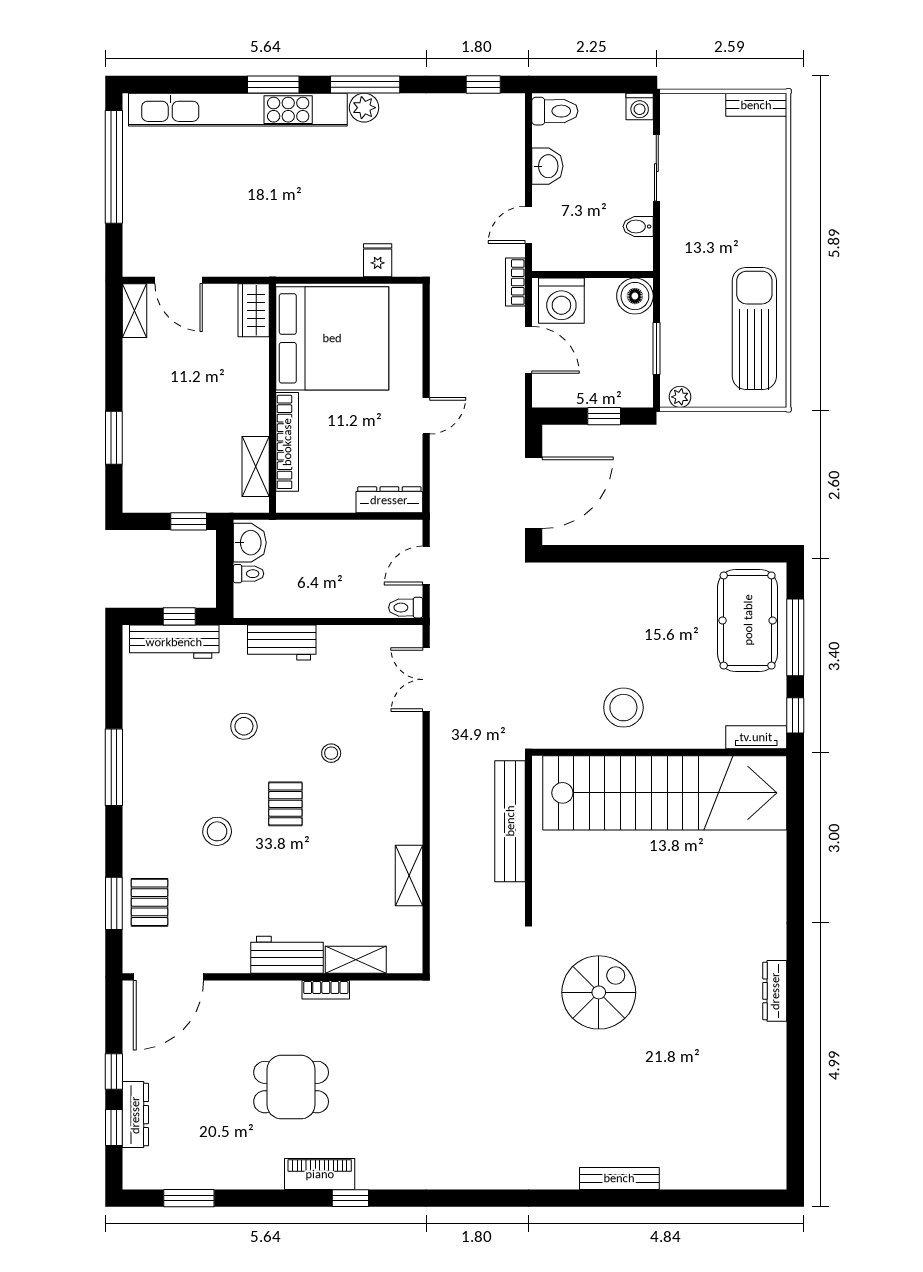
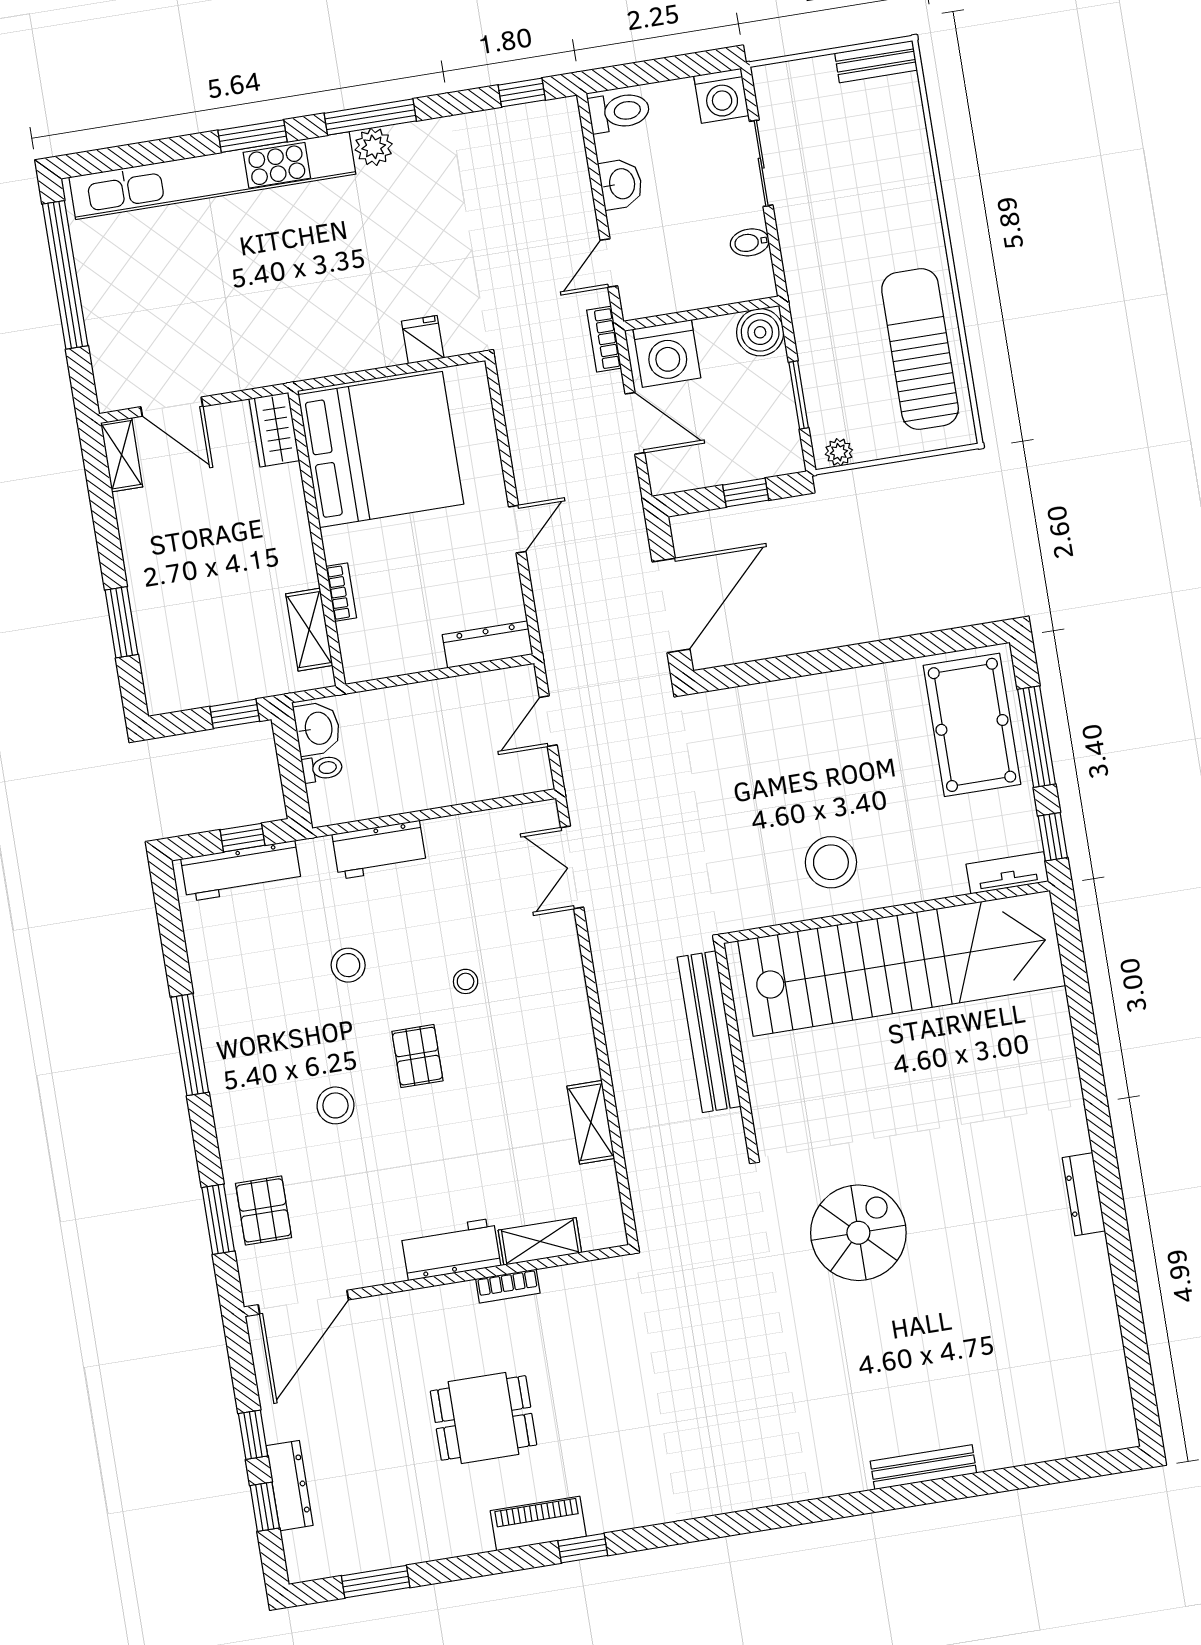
washing machine: (640, 107) -> (721, 96), width x1.38, depth x1.38
bookcase: (287, 442) -> (341, 592), width x0.43, depth x0.76
toilet: (406, 608) -> (531, 779), removed

